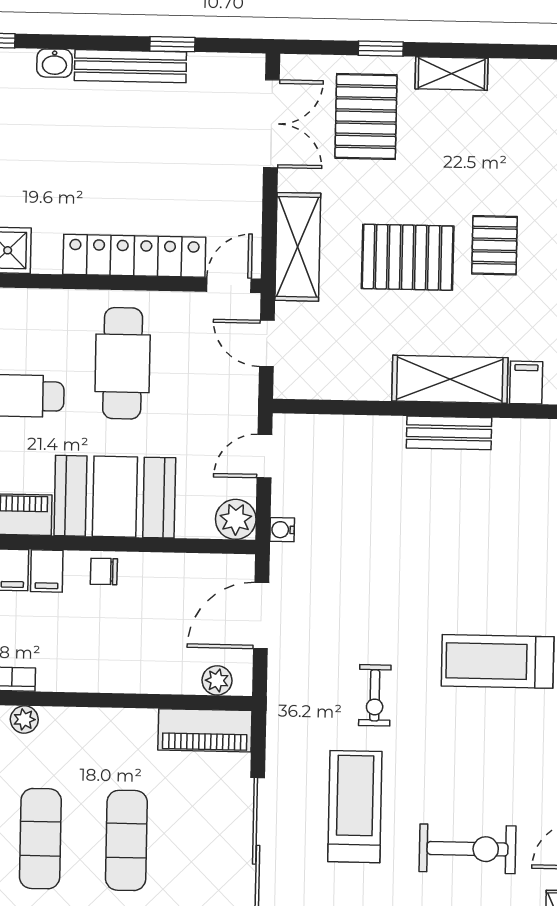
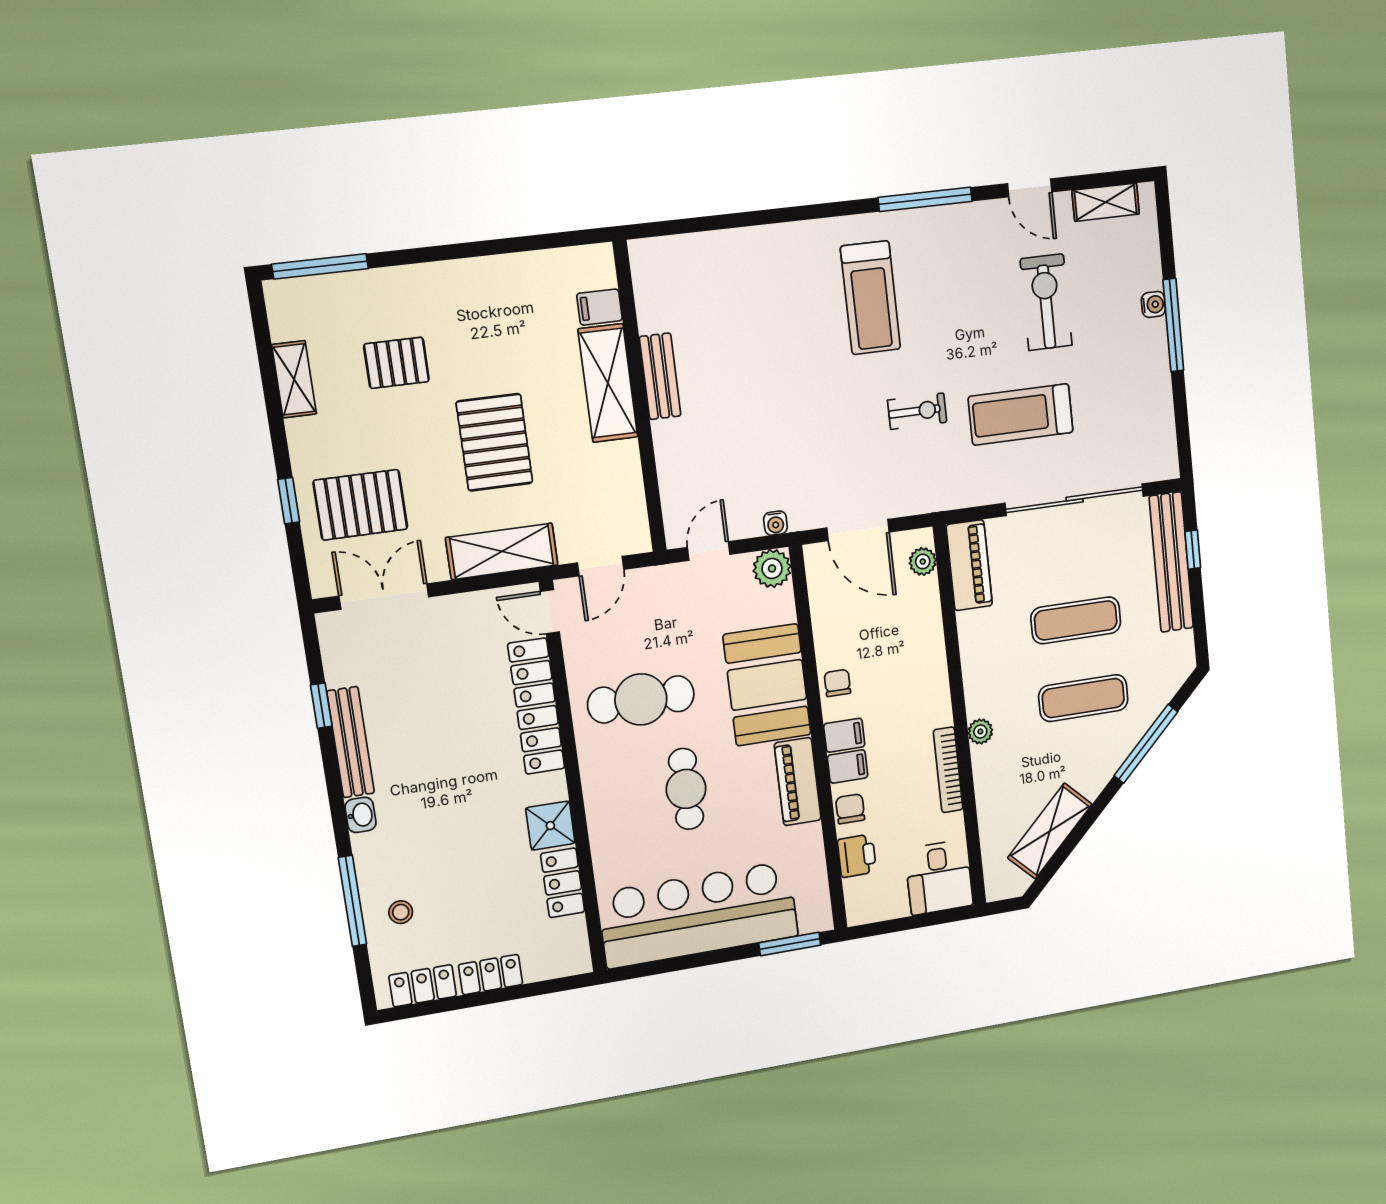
shelving: (452, 74) -> (294, 379), moved
pallet: (494, 245) -> (396, 363), moved
door: (264, 456) -> (709, 551), swing flipped
chair: (104, 571) -> (837, 683), turned 180

